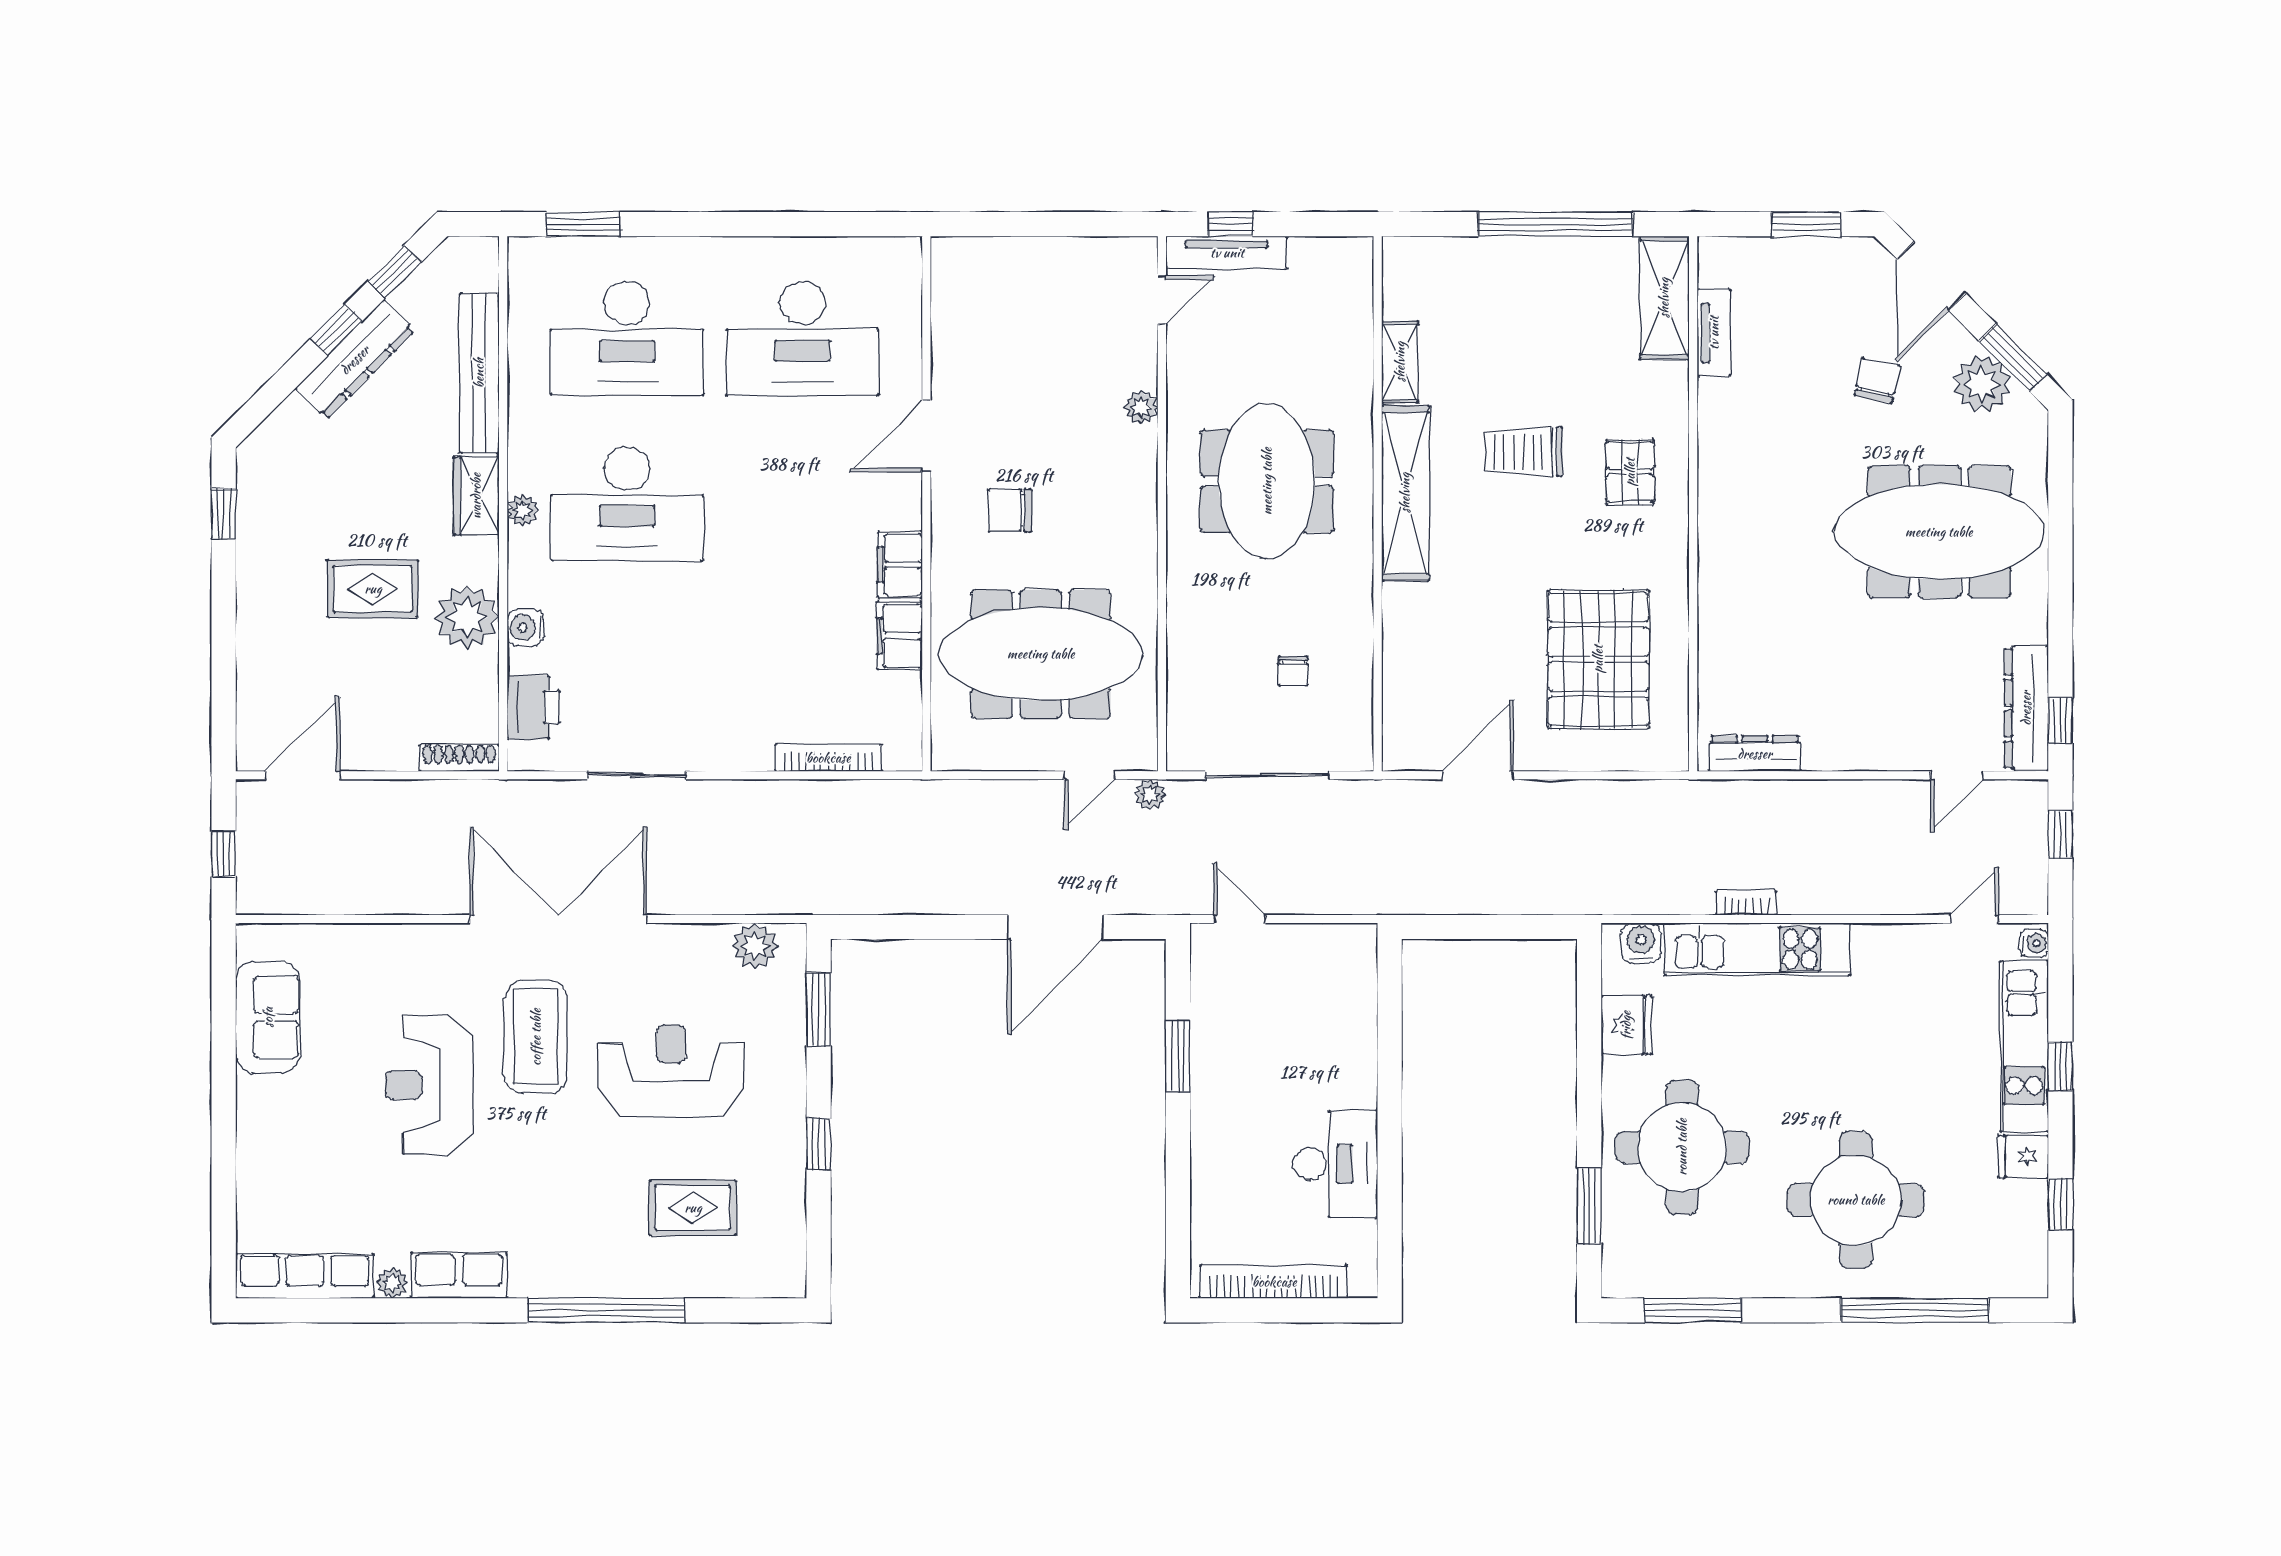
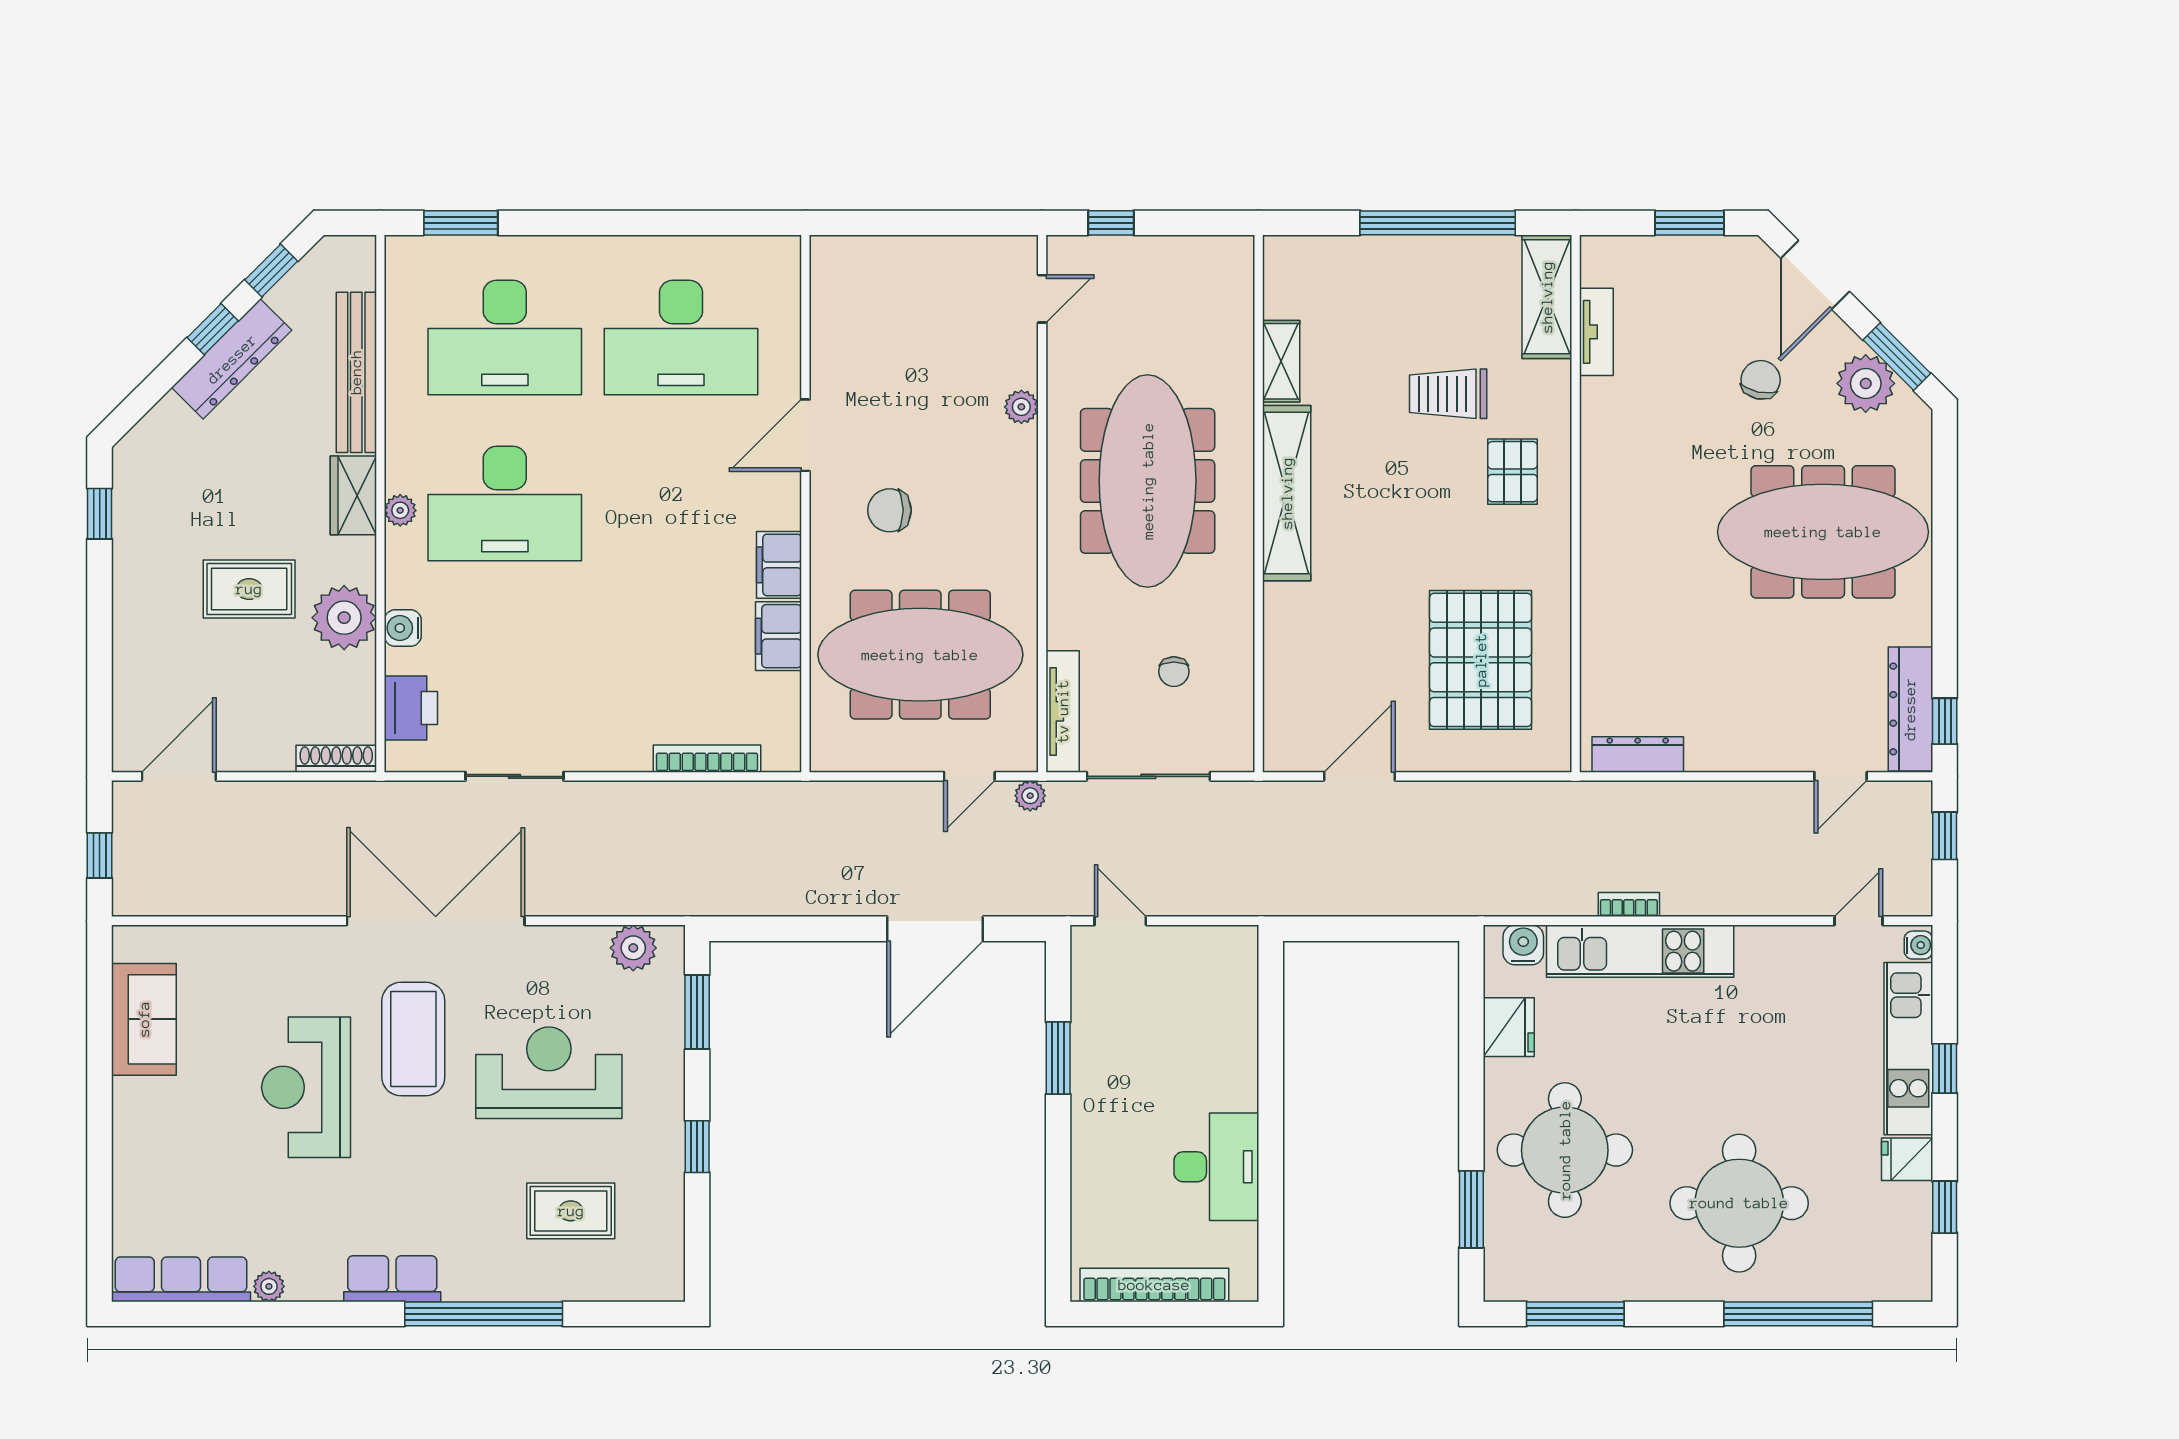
tv unit: (1227, 253) -> (1063, 711), moved, turned -90
trolley: (1524, 452) -> (1448, 394), moved
meeting table: (1267, 481) -> (1148, 481), width x1.36
row of seats: (459, 1275) -> (392, 1279), moved

